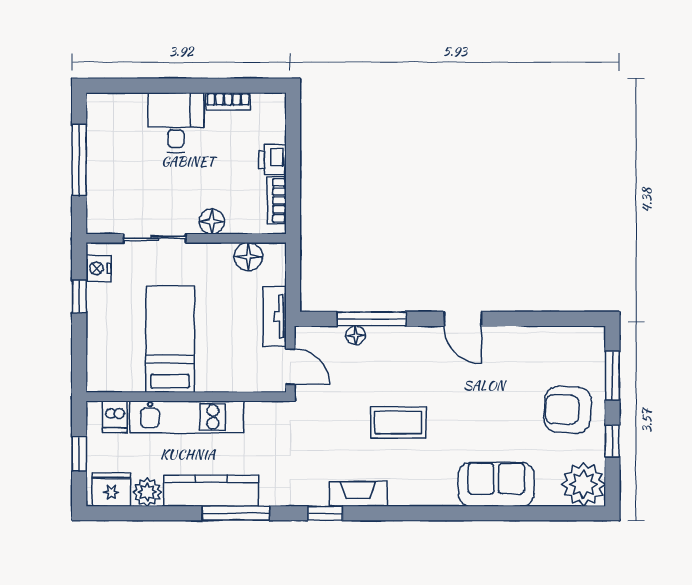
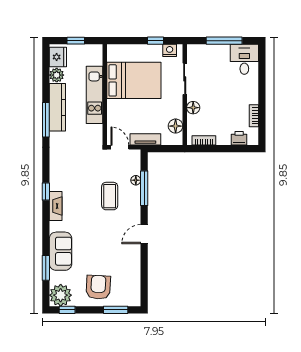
desk: (176, 122) -> (244, 59), moved, turned -90
printer: (272, 160) -> (239, 138), moved
bed: (170, 339) -> (134, 80), width x1.50
door: (290, 367) -> (120, 147), swing flipped
dishwasher: (115, 417) -> (95, 59), removed
coffee table: (398, 422) -> (110, 196), moved
window: (612, 441) -> (67, 310), moved
fireplace: (358, 494) -> (56, 206), moved
window: (325, 513) -> (46, 192), moved
window: (529, 513) -> (46, 268), added

